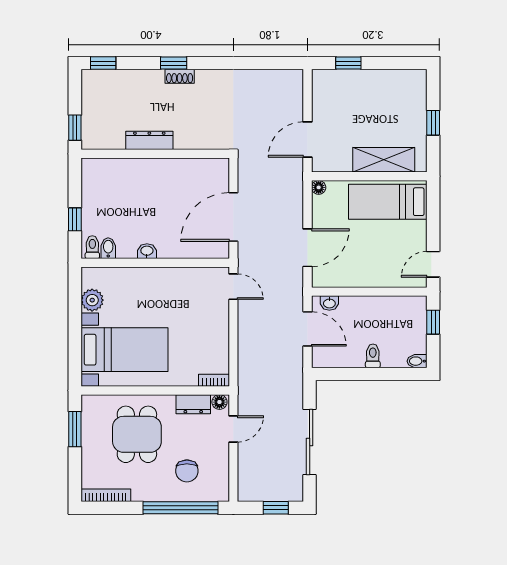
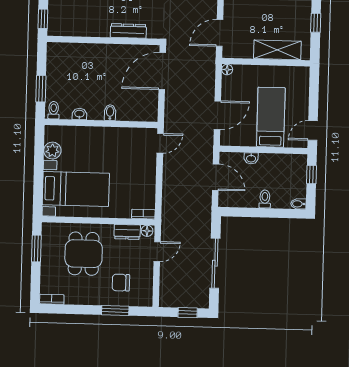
dresser: (149, 140) -> (128, 31), moved
bed: (388, 202) -> (271, 117), moved, turned 90
door: (233, 217) -> (162, 71), moved
window: (75, 219) -> (41, 89), width x1.50
bidet: (108, 248) -> (110, 113), moved
washbasin: (147, 251) -> (79, 114), moved
door: (233, 287) -> (160, 143), hinge flipped
washbasin: (329, 303) -> (251, 158), moved
chair: (187, 471) -> (121, 283), turned 90
bookcase: (106, 495) -> (52, 299), width x0.64
window: (181, 508) -> (115, 311), width x0.47

